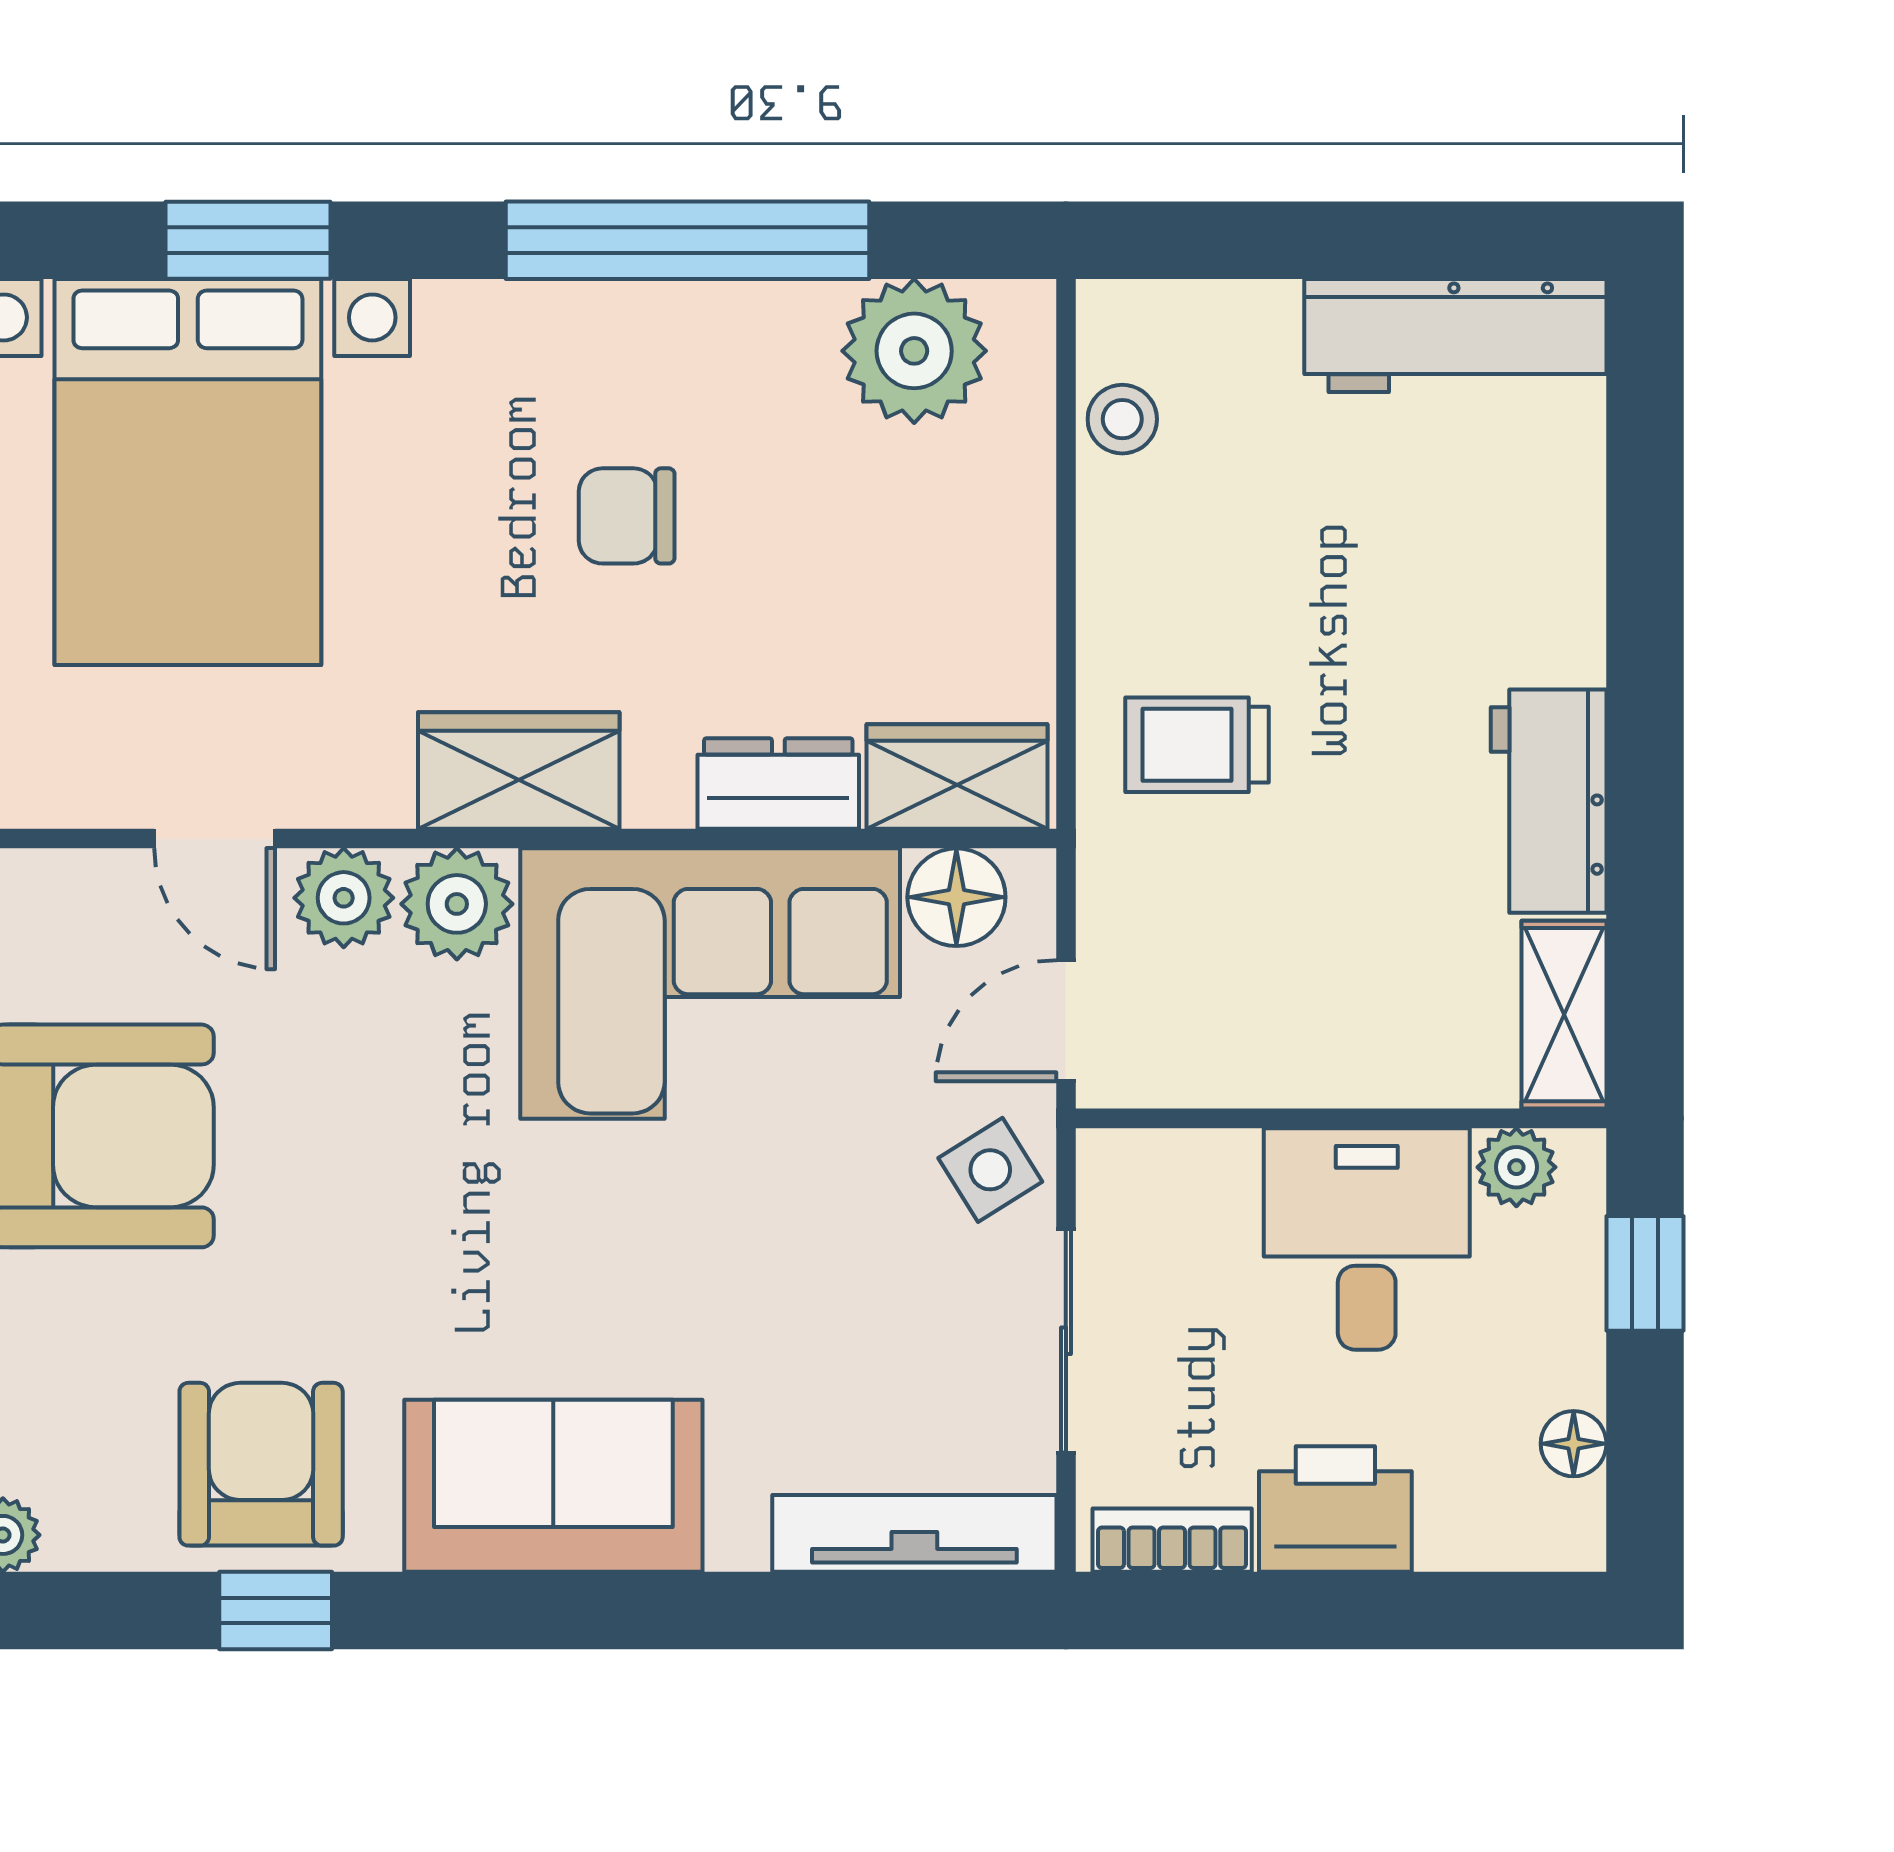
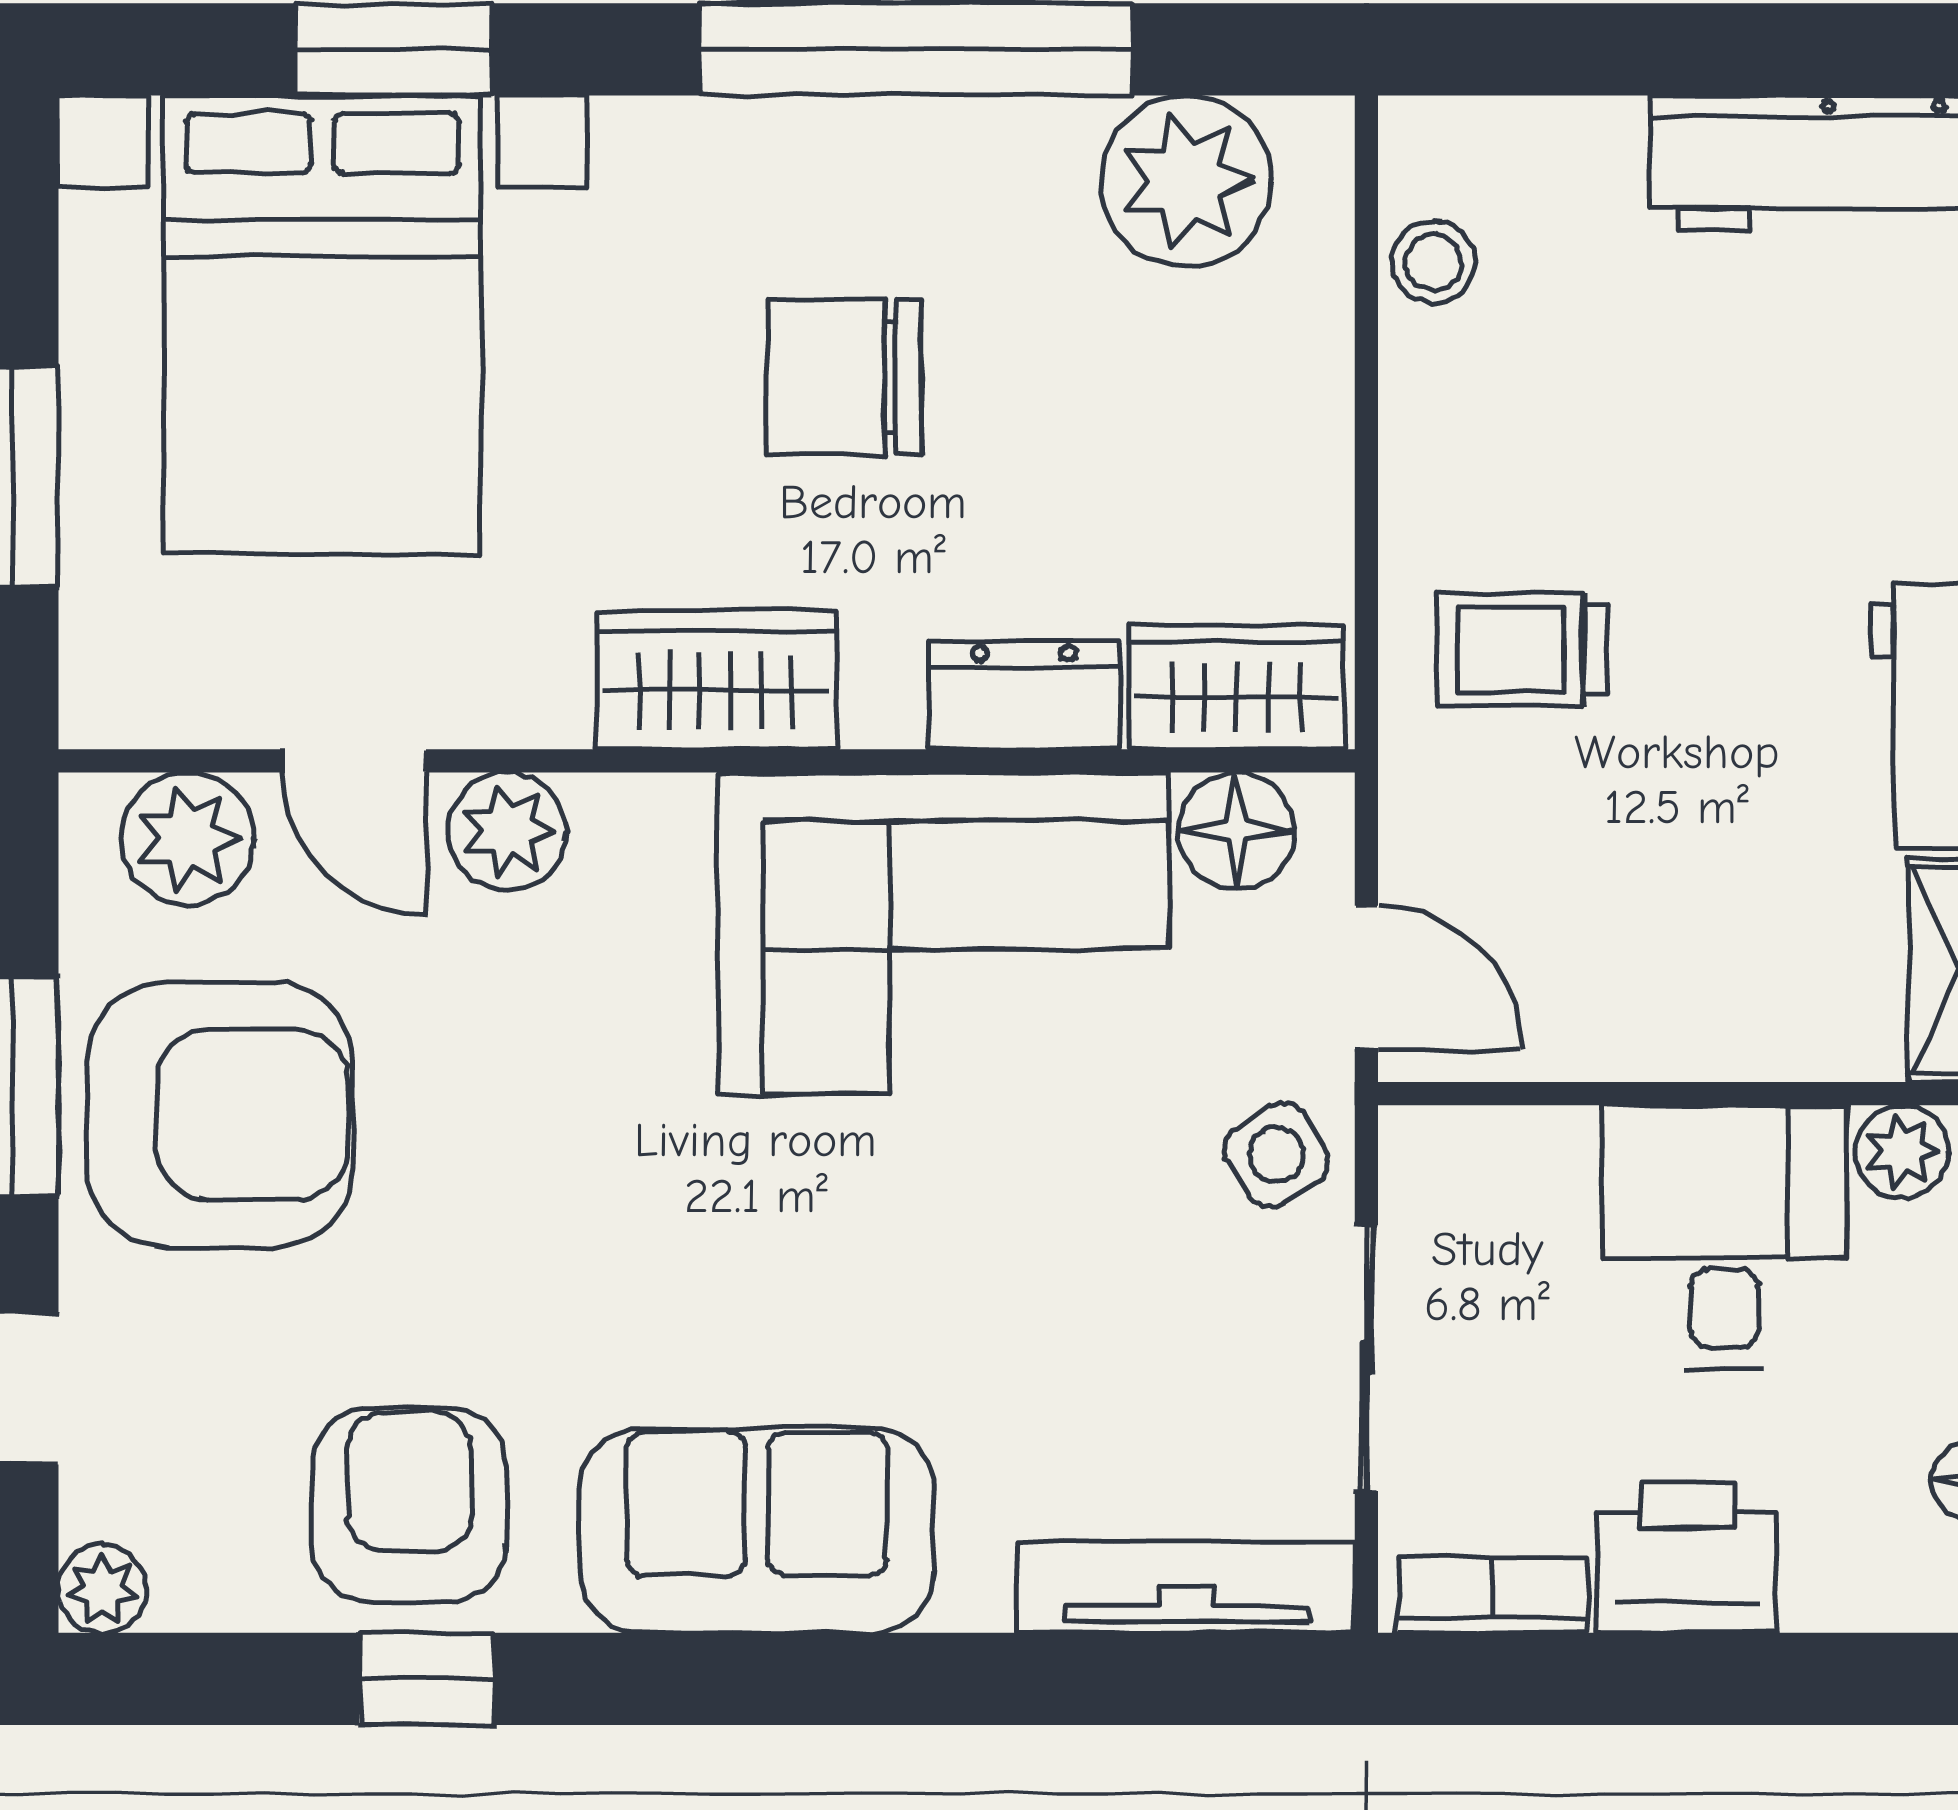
chair: (627, 516) -> (844, 377), width x1.37, depth x1.37
plant: (457, 904) -> (188, 839), moved
door: (1066, 1021) -> (1366, 977), swing flipped

